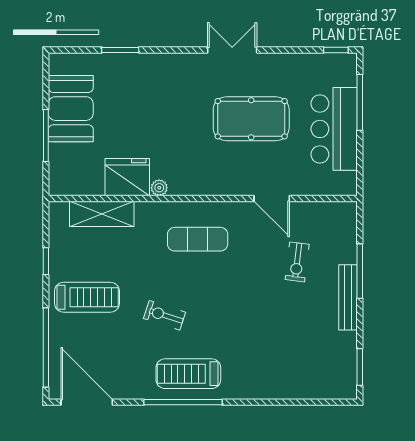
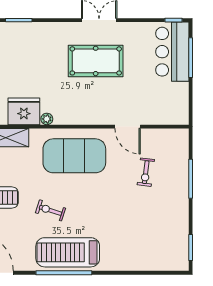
pool table: (251, 119) -> (96, 61), moved
bar counter: (334, 129) -> (172, 52), moved
exercise mat: (198, 239) -> (74, 156), width x2.00, depth x1.45
bench: (348, 297) -> (182, 198), removed
treadmill: (188, 374) -> (68, 252), width x1.37, depth x1.38

